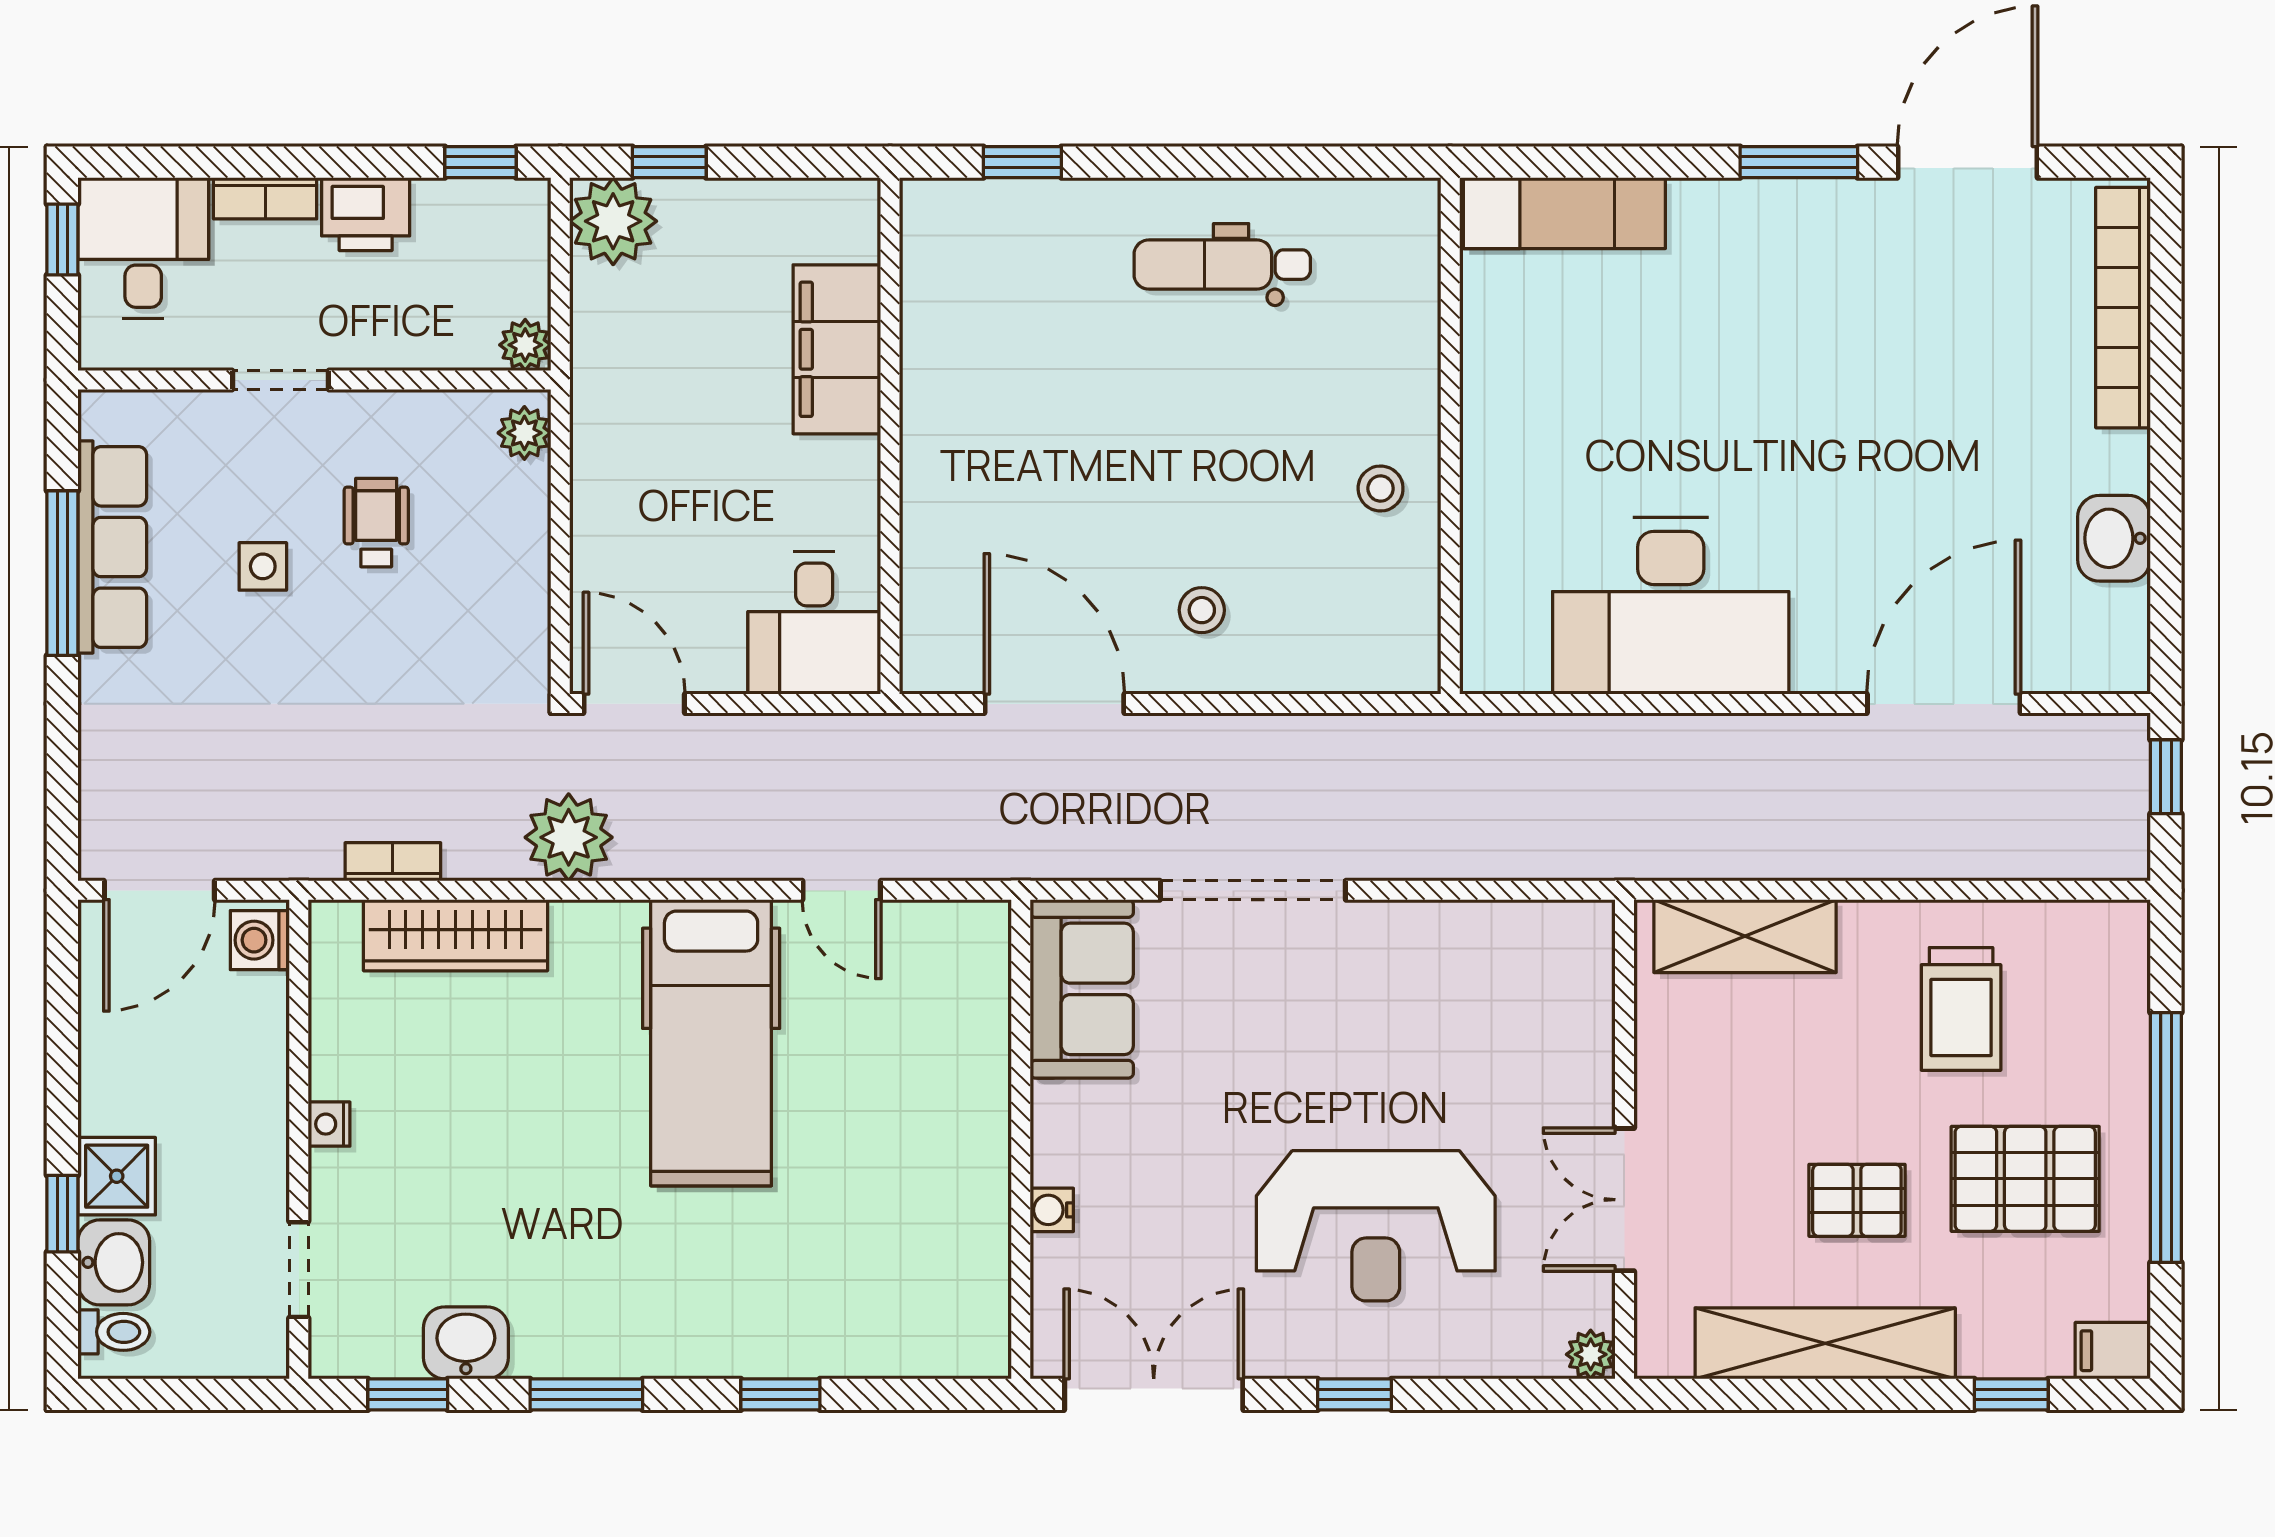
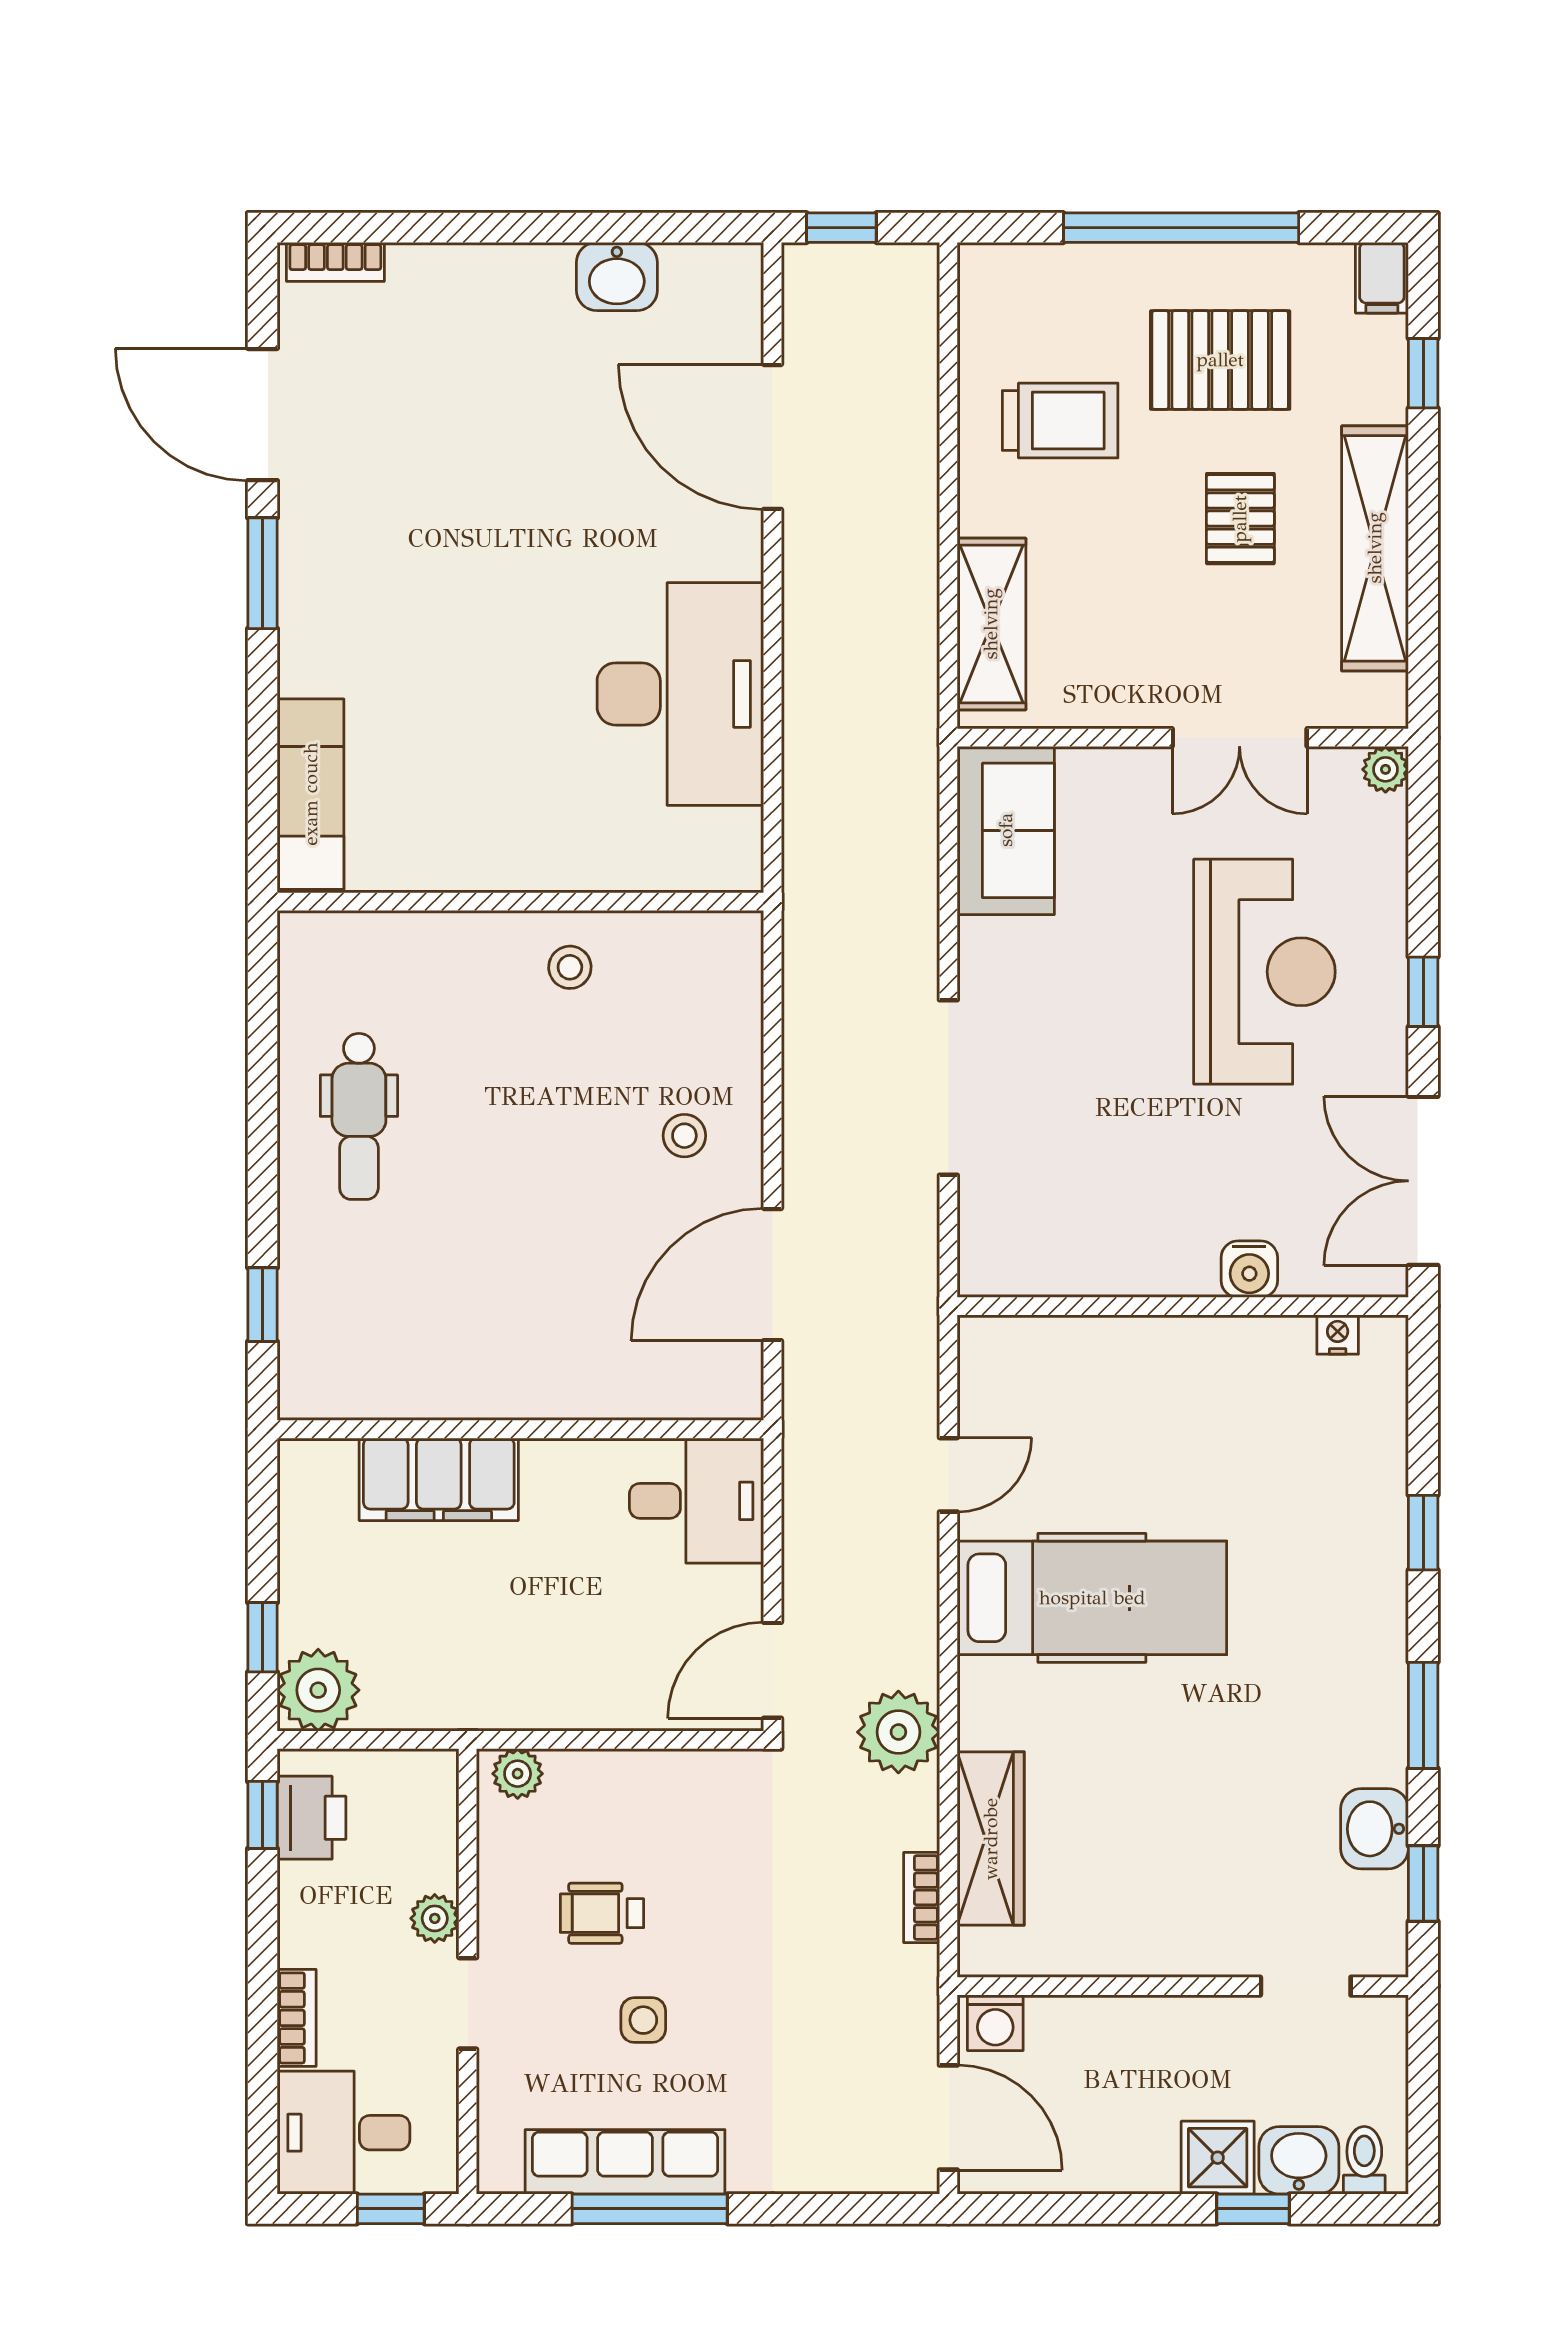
printer: (366, 214) -> (311, 1818), moved
window: (62, 239) -> (391, 2209), moved
bookcase: (2123, 308) -> (335, 262), width x0.43, depth x0.76
plant: (525, 345) -> (435, 1918), moved
sofa: (1082, 989) -> (1006, 830), moved, turned 90
nightstand: (329, 1124) -> (1338, 1335), moved, turned 180
pallet: (2025, 1179) -> (1220, 360), turned 90
water cooler: (1052, 1210) -> (1249, 1269), width x1.38, depth x1.38

